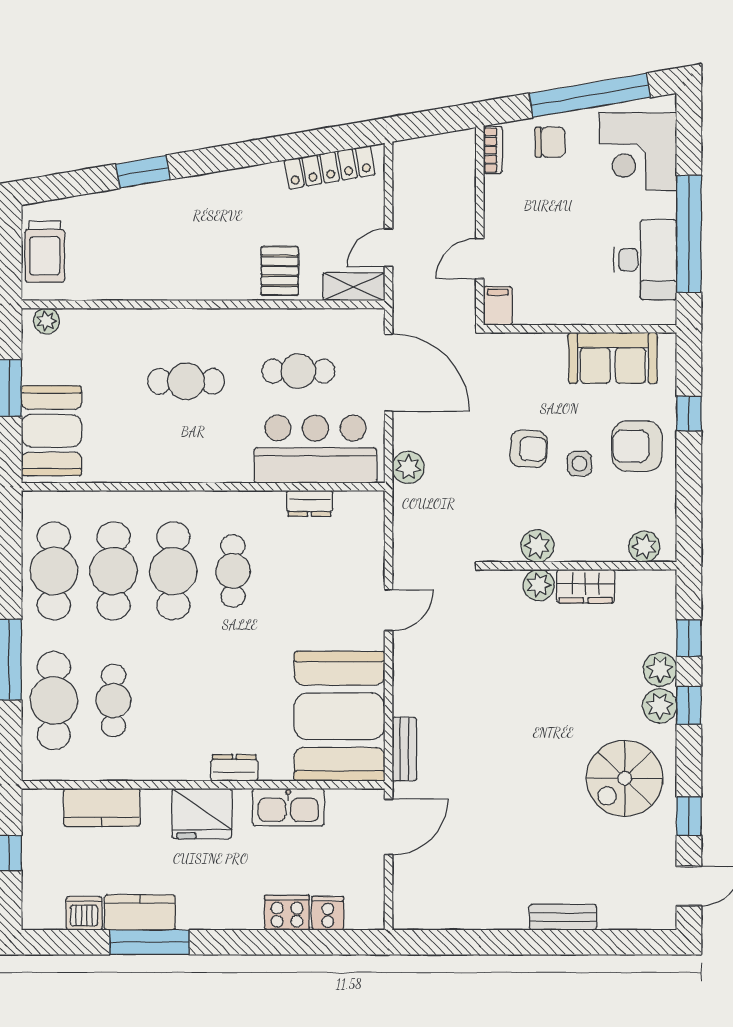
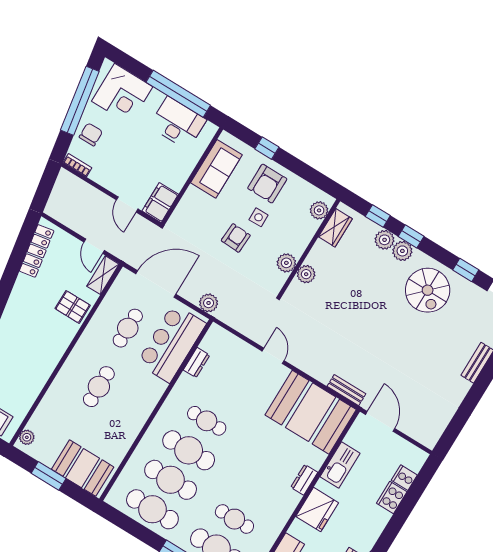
filing cabinet: (498, 306) -> (160, 203), width x2.00
wardrobe: (586, 586) -> (335, 228), moved

